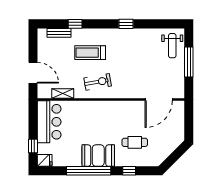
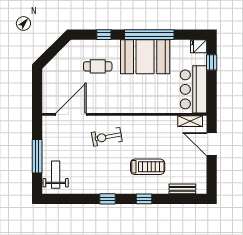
window: (75, 24) -> (144, 199), moved
exercise bike: (98, 82) -> (107, 137), moved
shelving: (63, 93) -> (190, 121), moved
booth: (98, 156) -> (145, 57), width x1.36, depth x1.42

